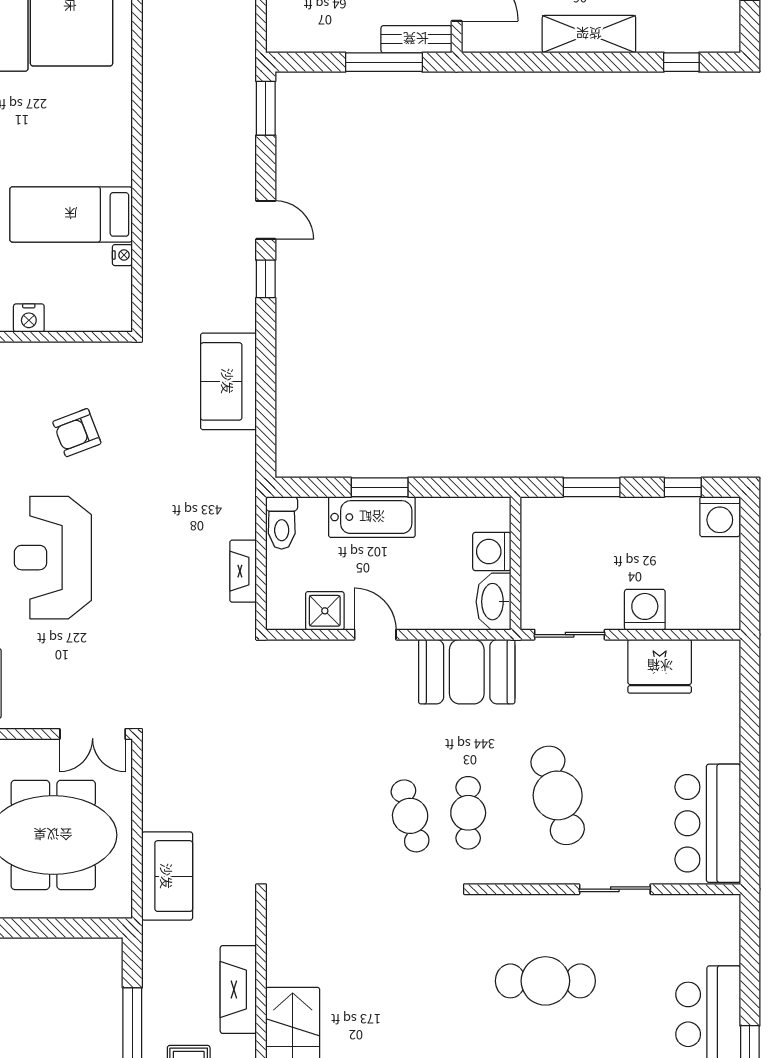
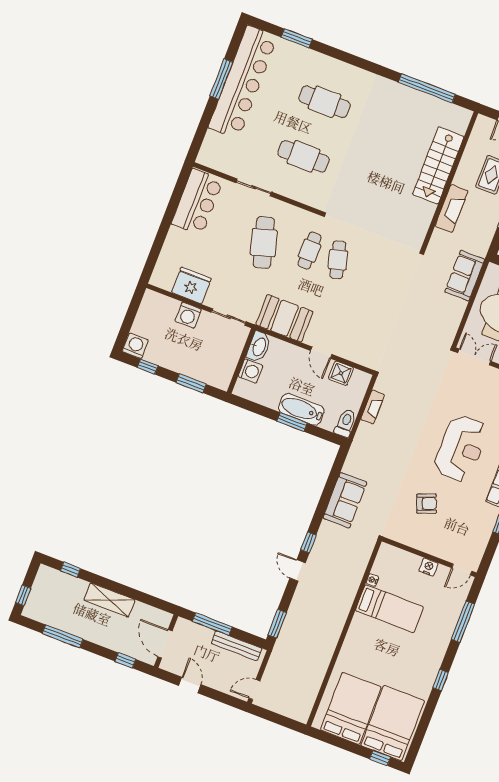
bench: (416, 39) -> (237, 646), moved, width x1.36

